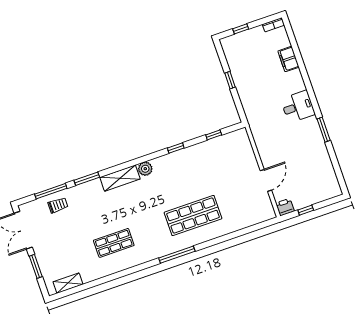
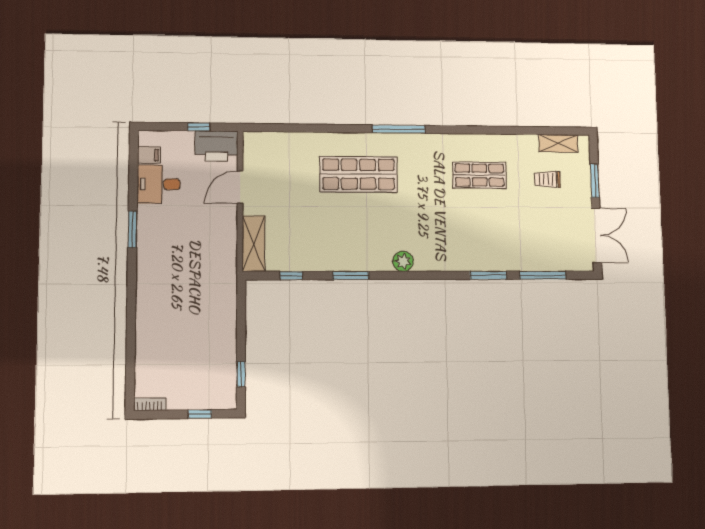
filing cabinet: (288, 59) -> (149, 155), moved, width x0.50
window: (230, 80) -> (241, 374), moved
desk: (298, 107) -> (159, 184), moved
window: (176, 148) -> (351, 276), width x1.50
shelving: (120, 178) -> (254, 244), moved, turned 90
trolley: (58, 205) -> (548, 179), moved
printer: (285, 207) -> (216, 146), width x1.87, depth x1.48

